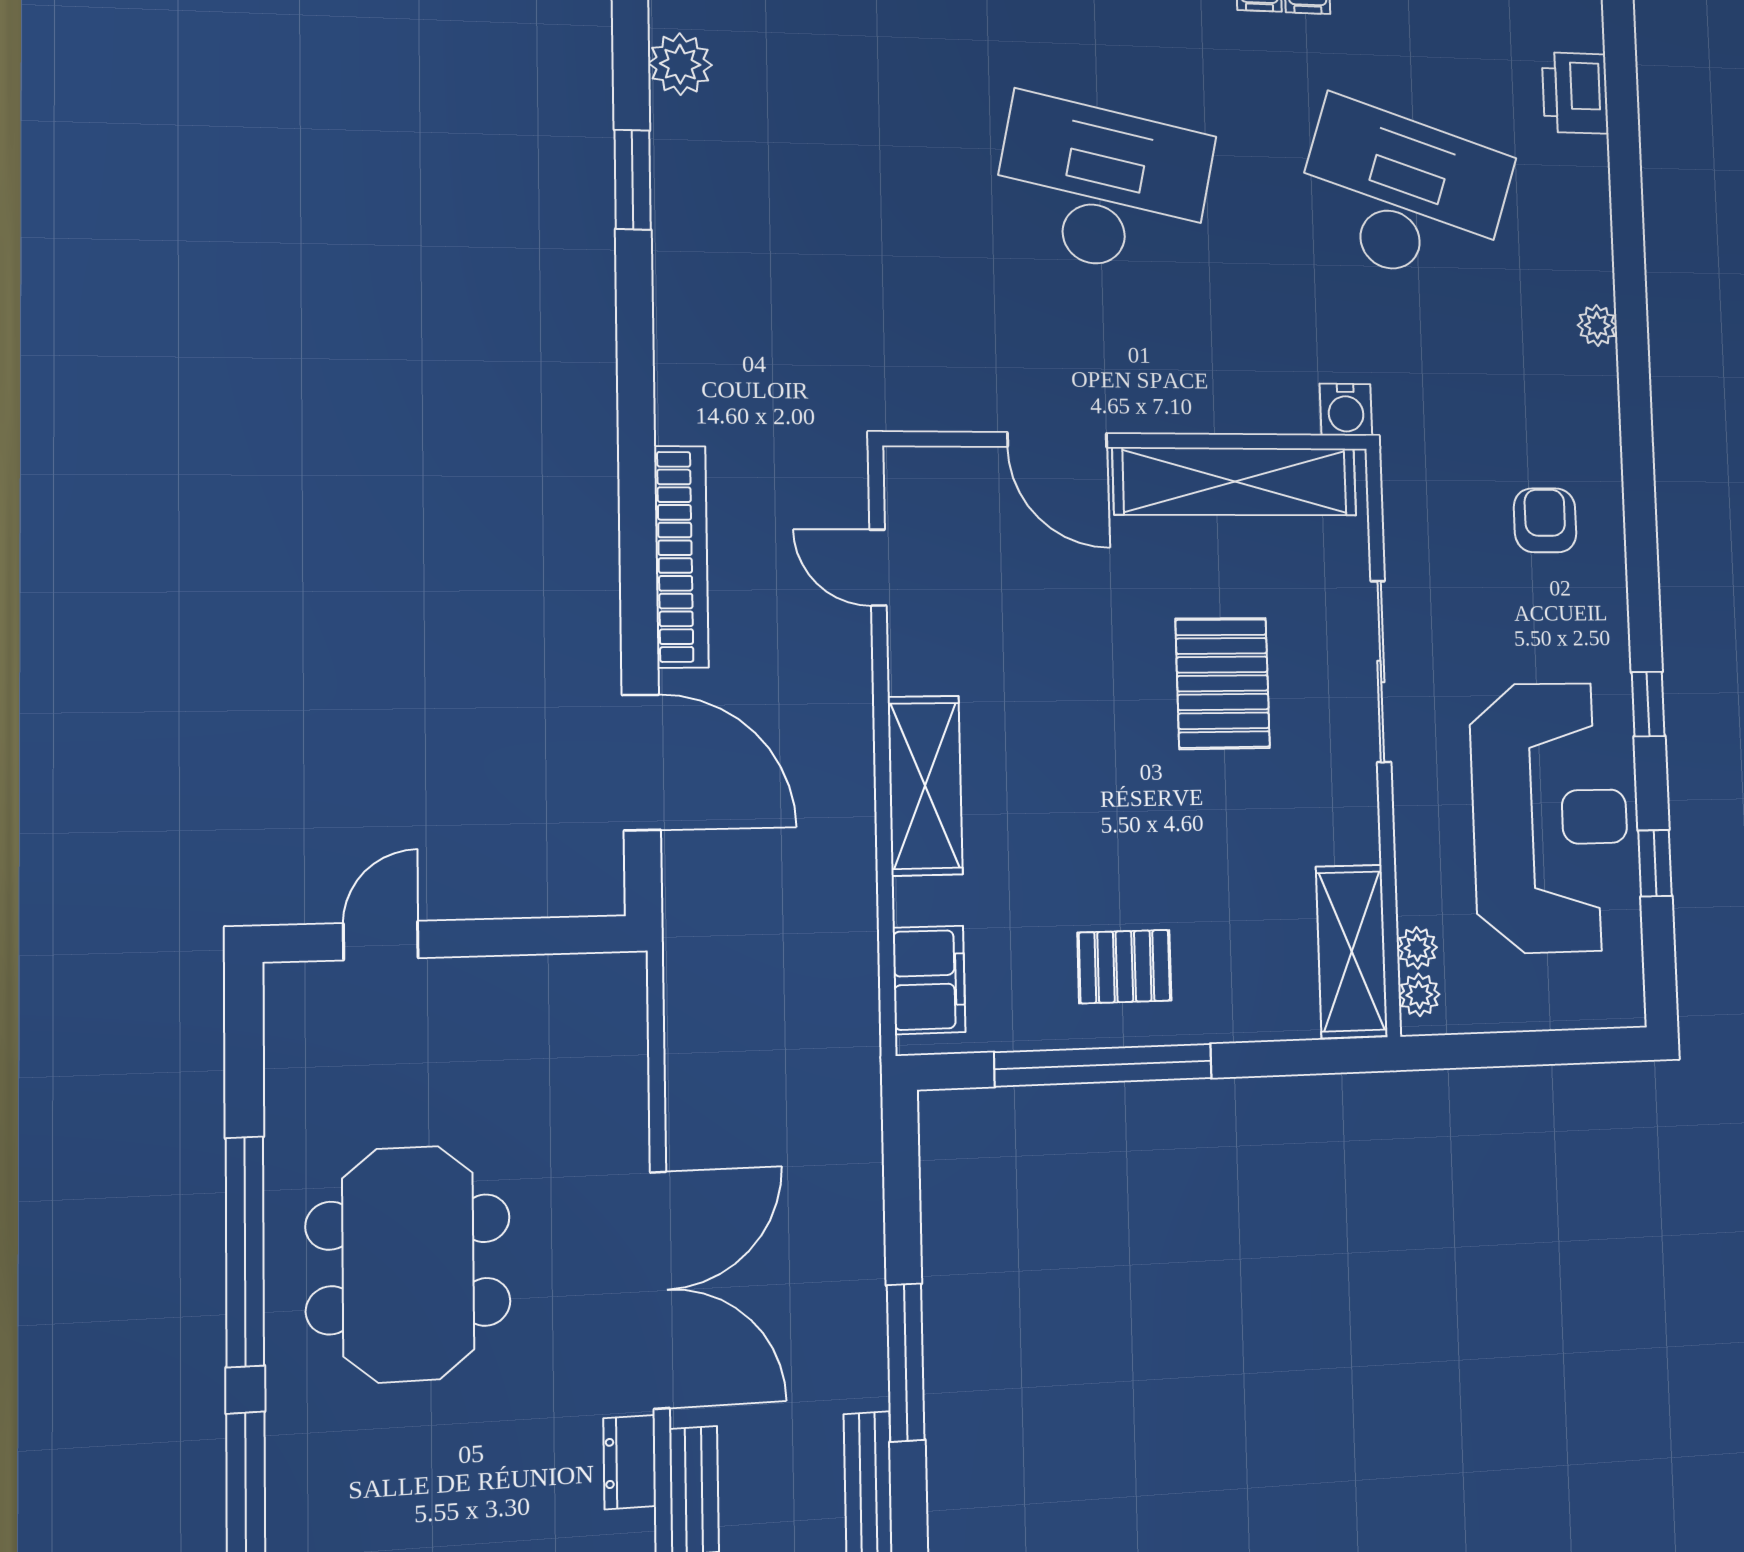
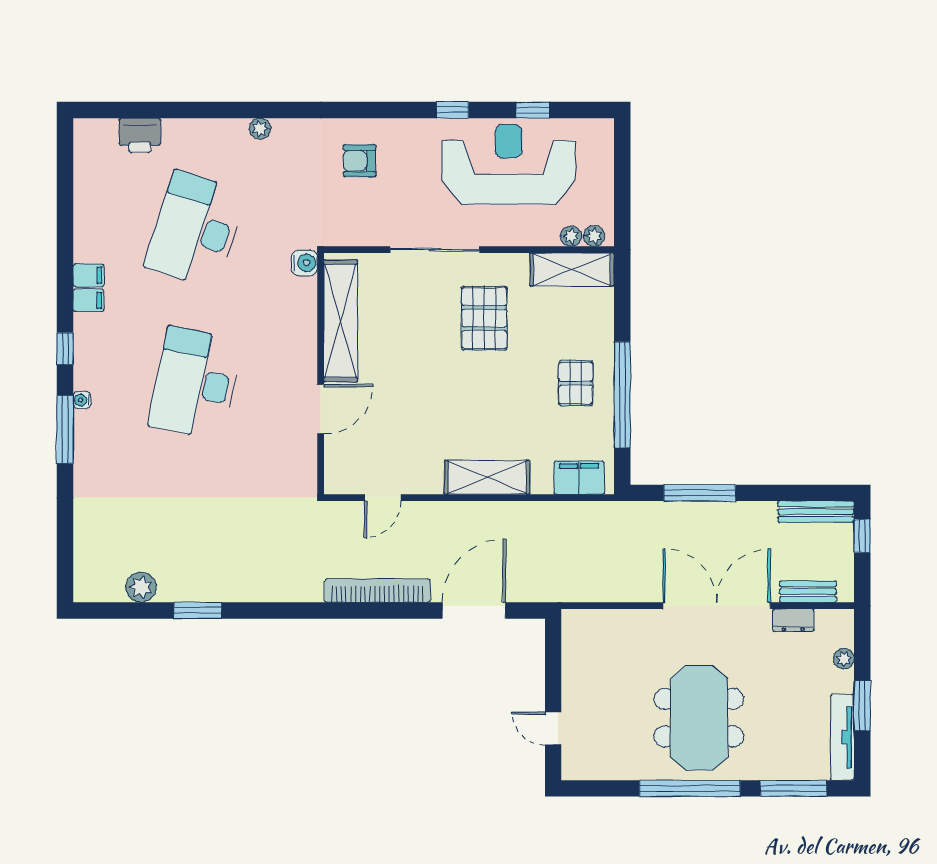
pallet: (1223, 683) -> (484, 318), moved, turned 90
meeting table: (408, 1264) -> (699, 718), turned 90
window: (906, 1362) -> (700, 493), moved

